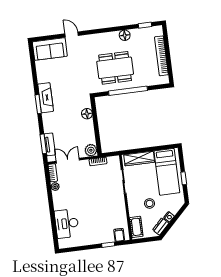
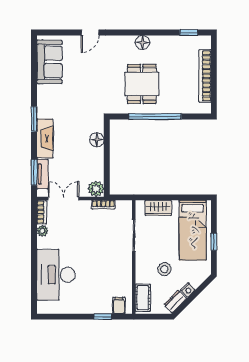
door: (72, 35) -> (90, 33), swing flipped
floor lamp: (125, 35) -> (142, 42), moved
sofa: (50, 49) -> (50, 62), moved, turned -90
dining table: (115, 68) -> (142, 84), width x0.73
fireplace: (46, 98) -> (45, 139), moved
wardrobe: (139, 158) -> (158, 208), width x0.67
desk: (67, 223) -> (56, 275), width x1.36, depth x1.30

